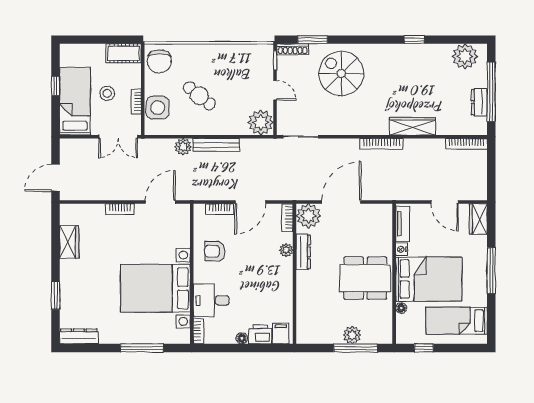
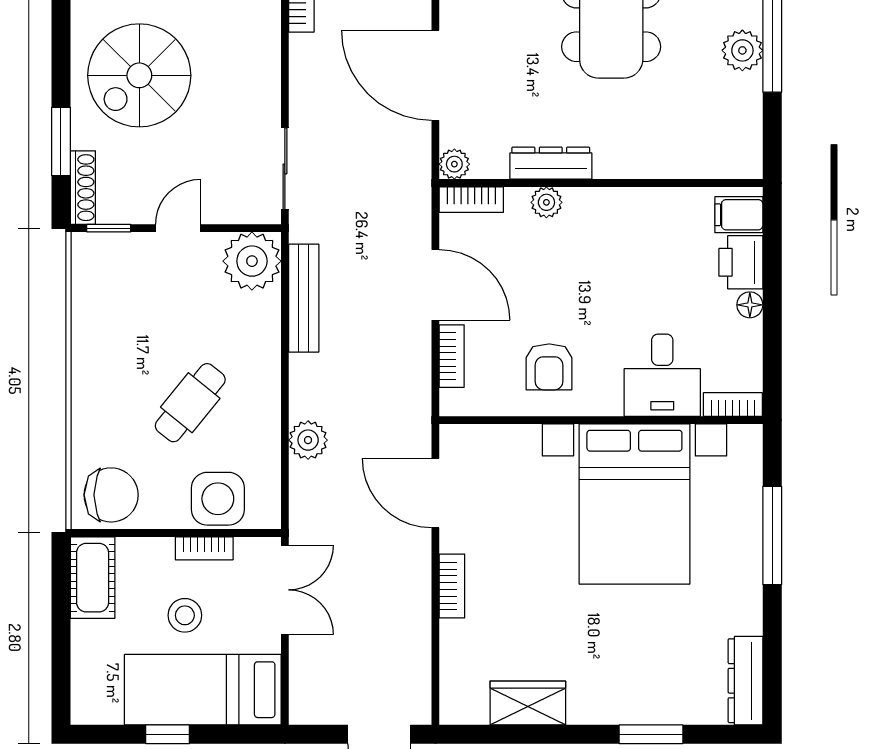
bench: (216, 145) -> (304, 298), moved
plant: (309, 216) -> (454, 164), width x0.53, depth x0.53

